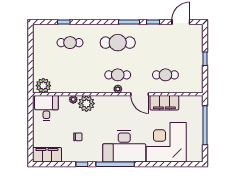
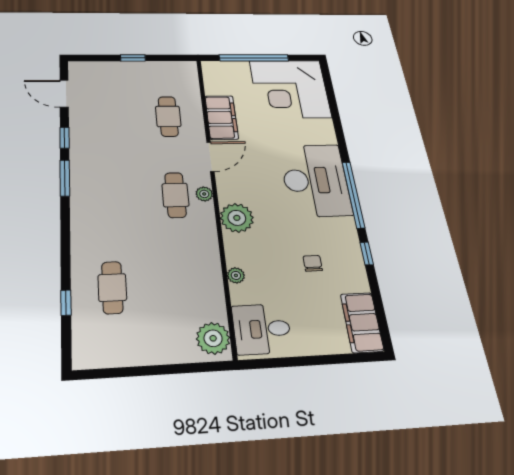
cafe table: (118, 43) -> (108, 197), removed
plant: (86, 104) -> (237, 218), moved
corner desk: (166, 142) -> (290, 89), moved

